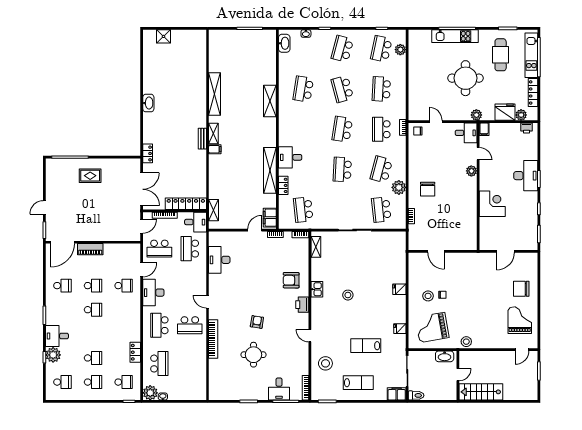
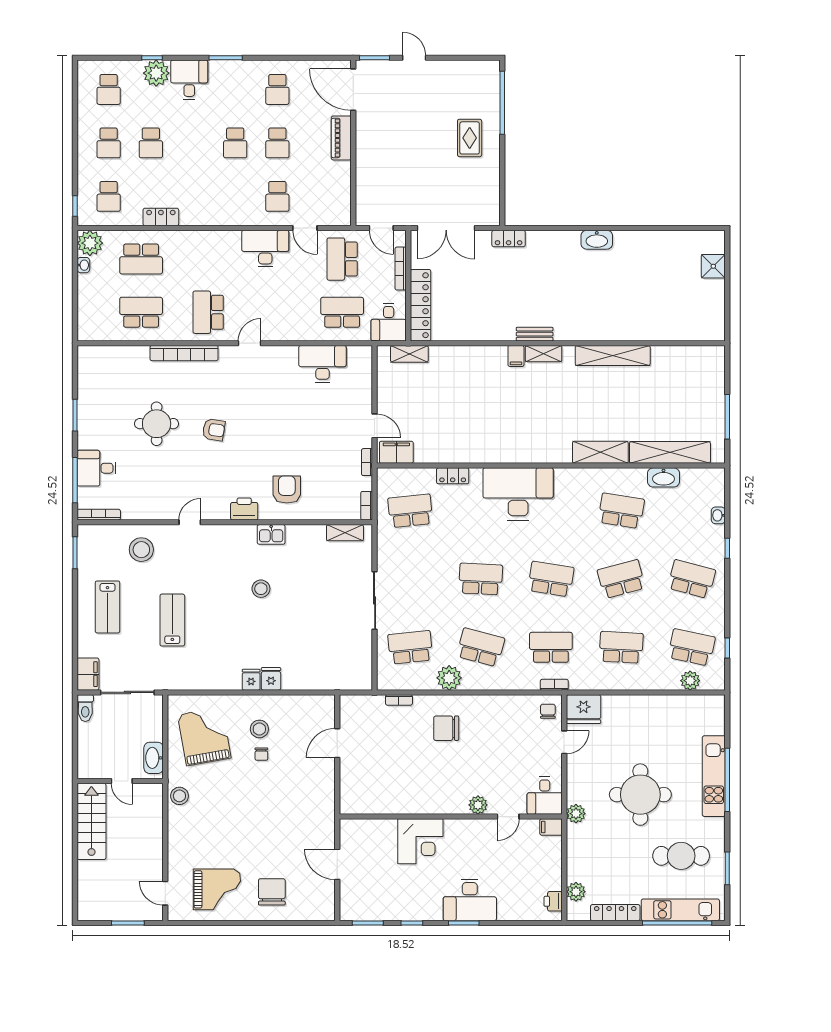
washbasin: (284, 43) -> (664, 477), moved
fridge: (505, 112) -> (583, 709), moved, turned 90
desk: (290, 157) -> (518, 494), width x1.87, depth x1.30
shelving: (270, 170) -> (670, 452), moved
school desk: (159, 325) -> (141, 312), moved
fridge: (400, 329) -> (251, 680), moved

